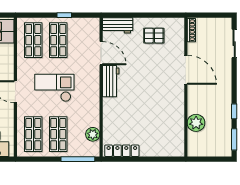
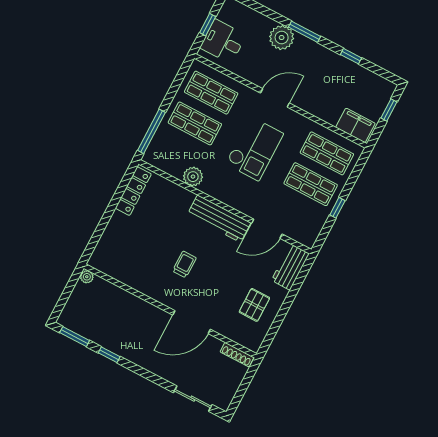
workbench: (111, 81) -> (219, 219), width x1.38
trolley: (151, 94) -> (184, 264), added
plant: (196, 123) -> (87, 277), moved, width x0.53, depth x0.53
plant: (93, 134) -> (193, 177), moved

